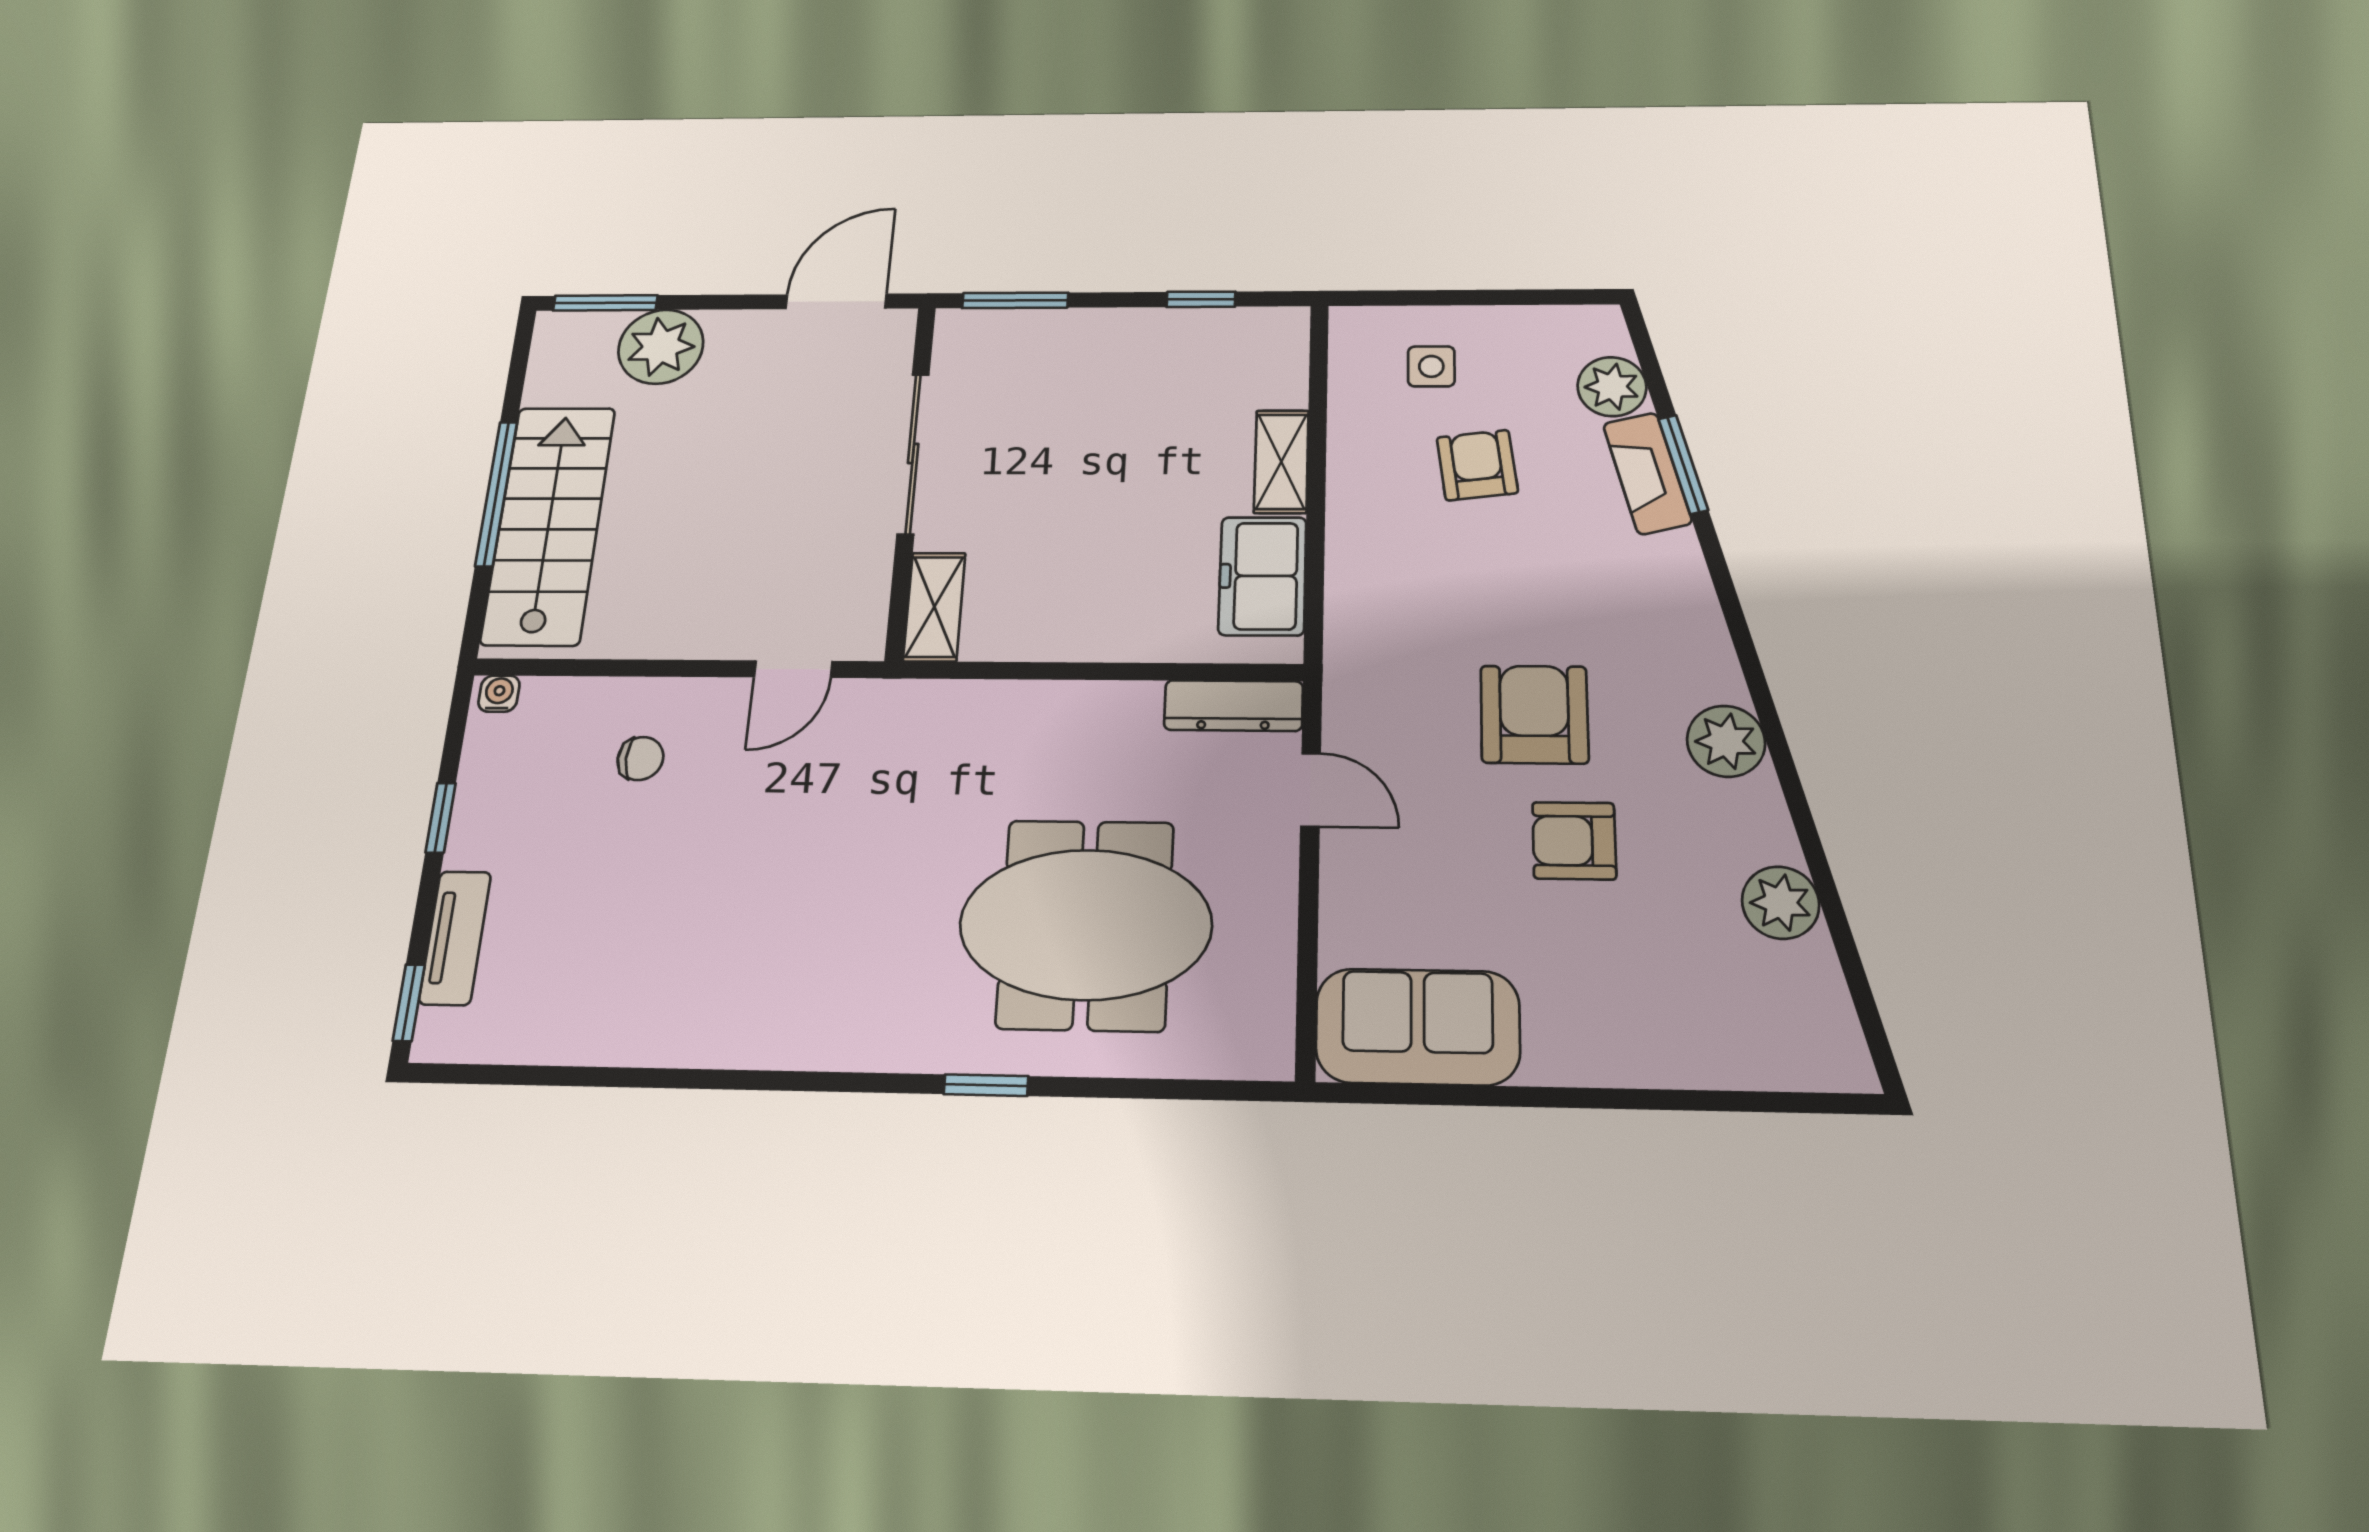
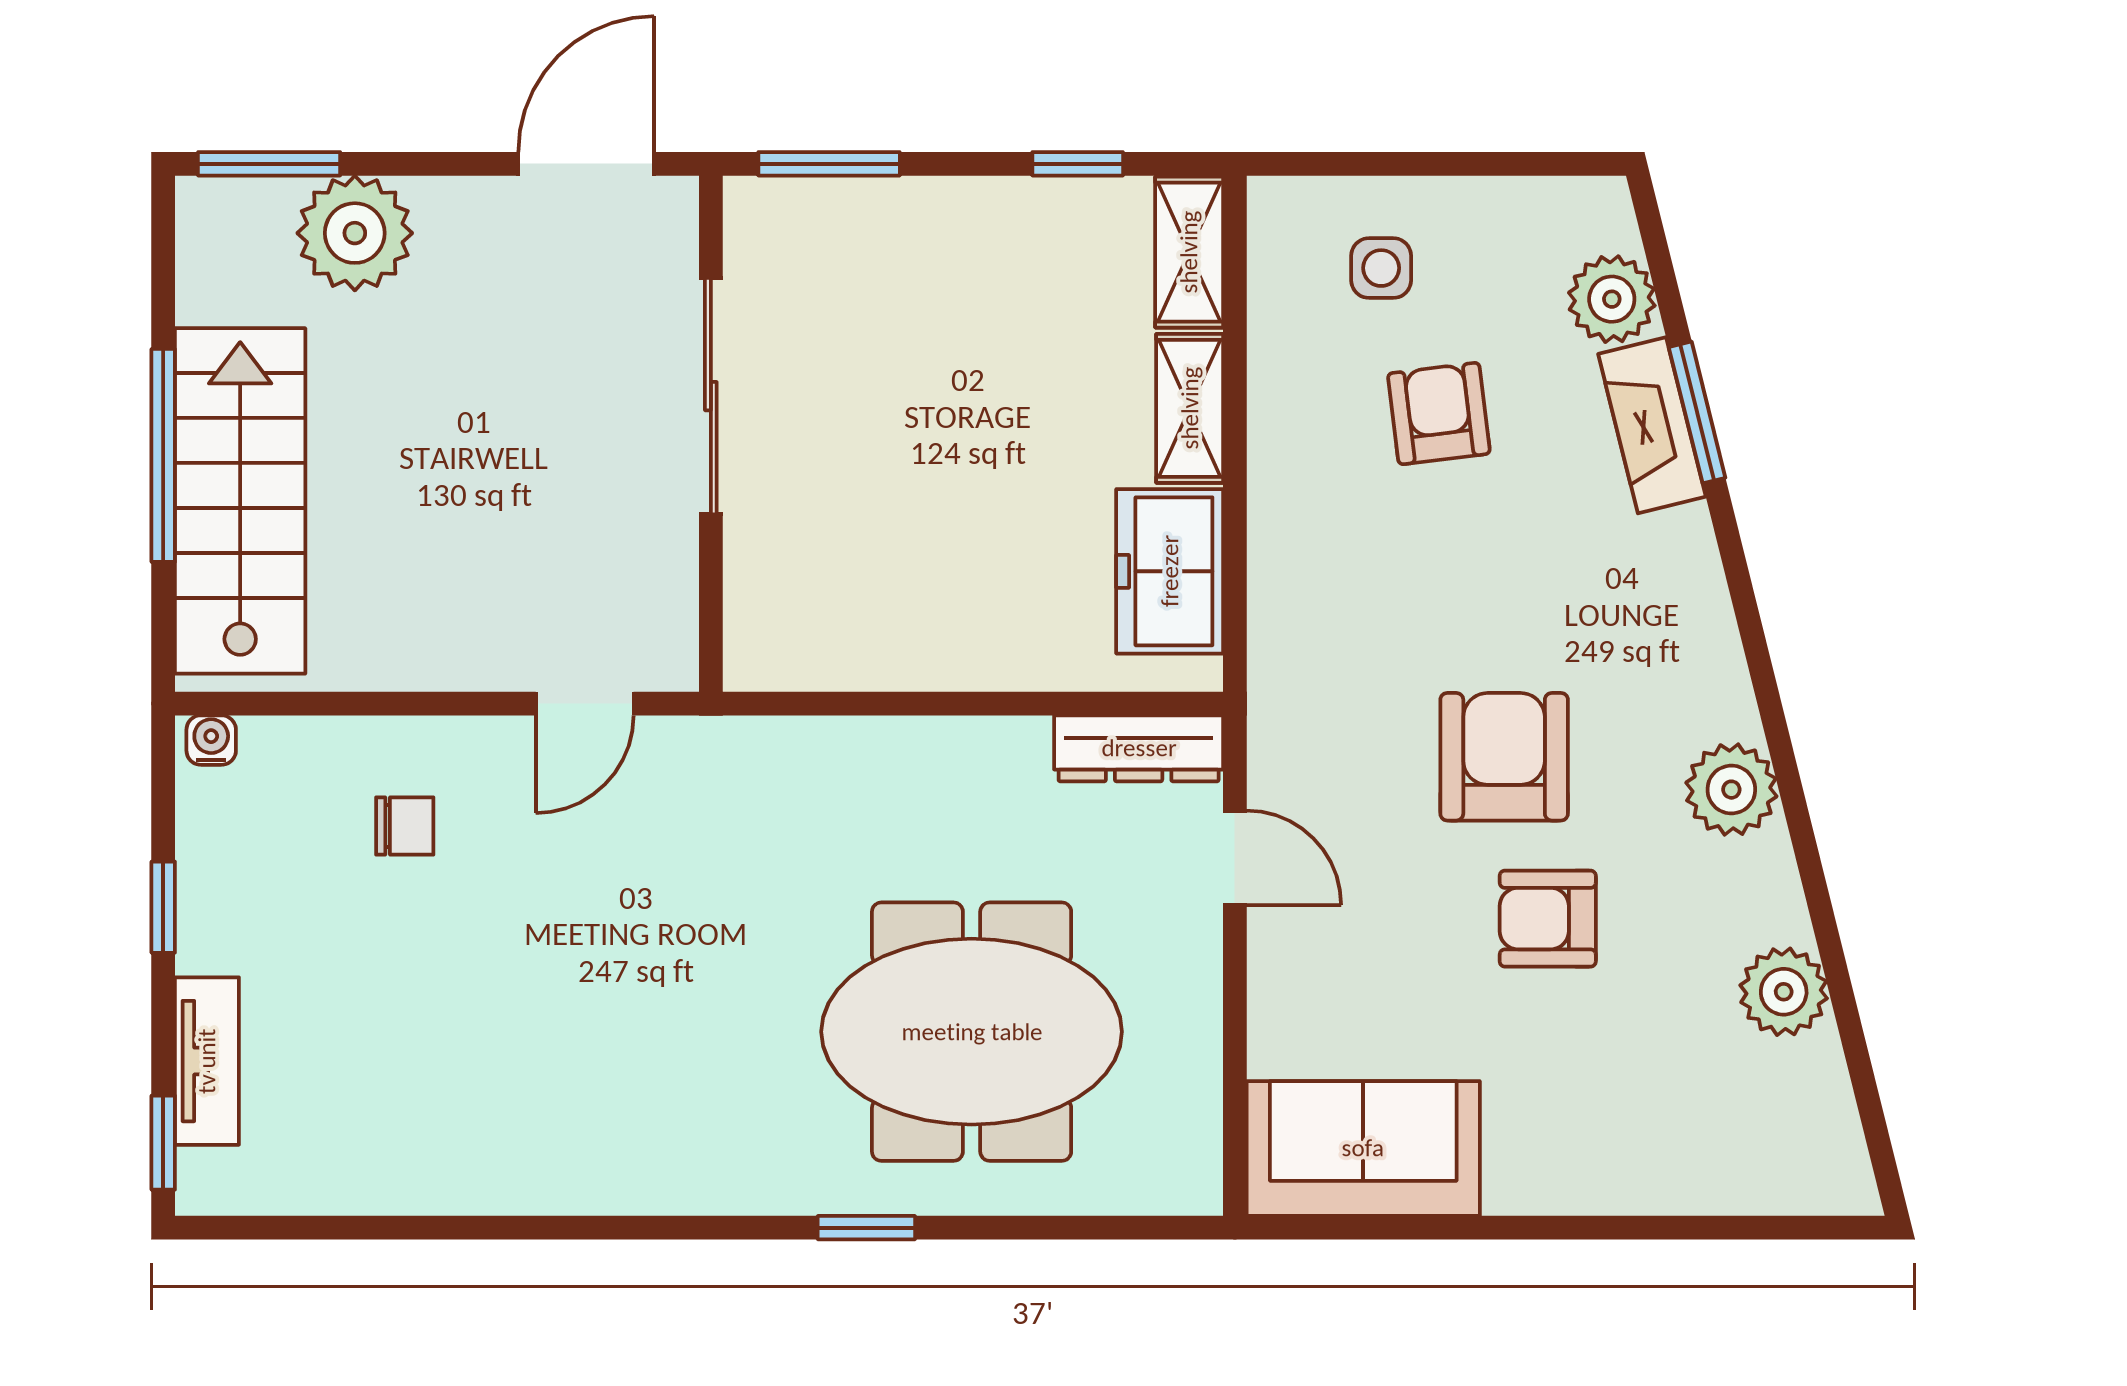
shelving: (934, 607) -> (1189, 252), moved

